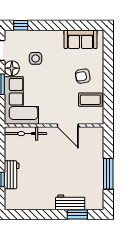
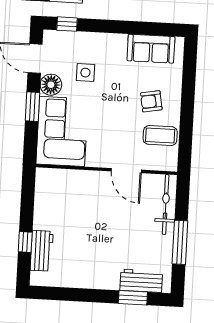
bicycle: (25, 134) -> (166, 204), moved, turned 90
workbench: (12, 175) -> (42, 251), moved
workbench: (70, 202) -> (141, 281), moved

